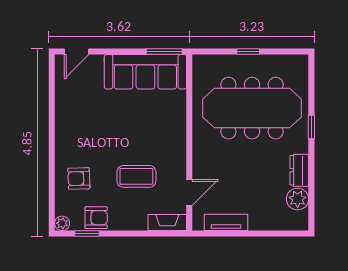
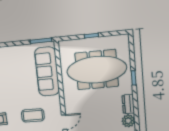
sofa: (145, 72) -> (47, 71), moved, turned 90

